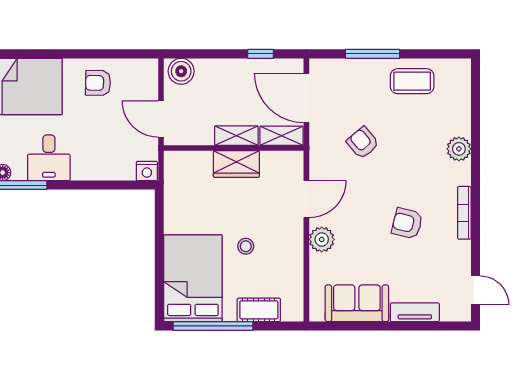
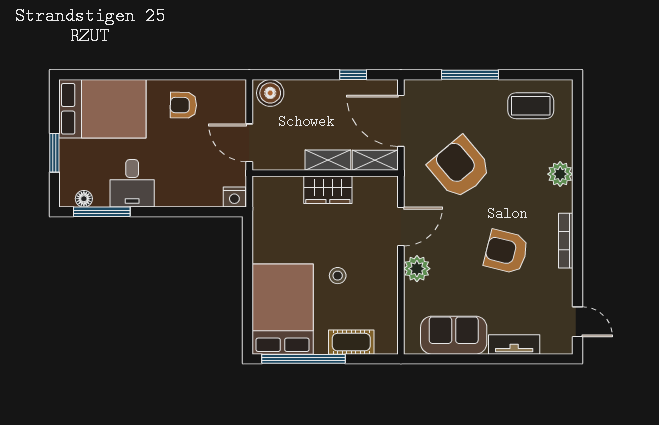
coffee table: (412, 81) -> (531, 106), moved
armchair: (363, 143) -> (460, 168), width x1.88, depth x1.88
armchair: (407, 223) -> (506, 252), width x1.38, depth x1.38

